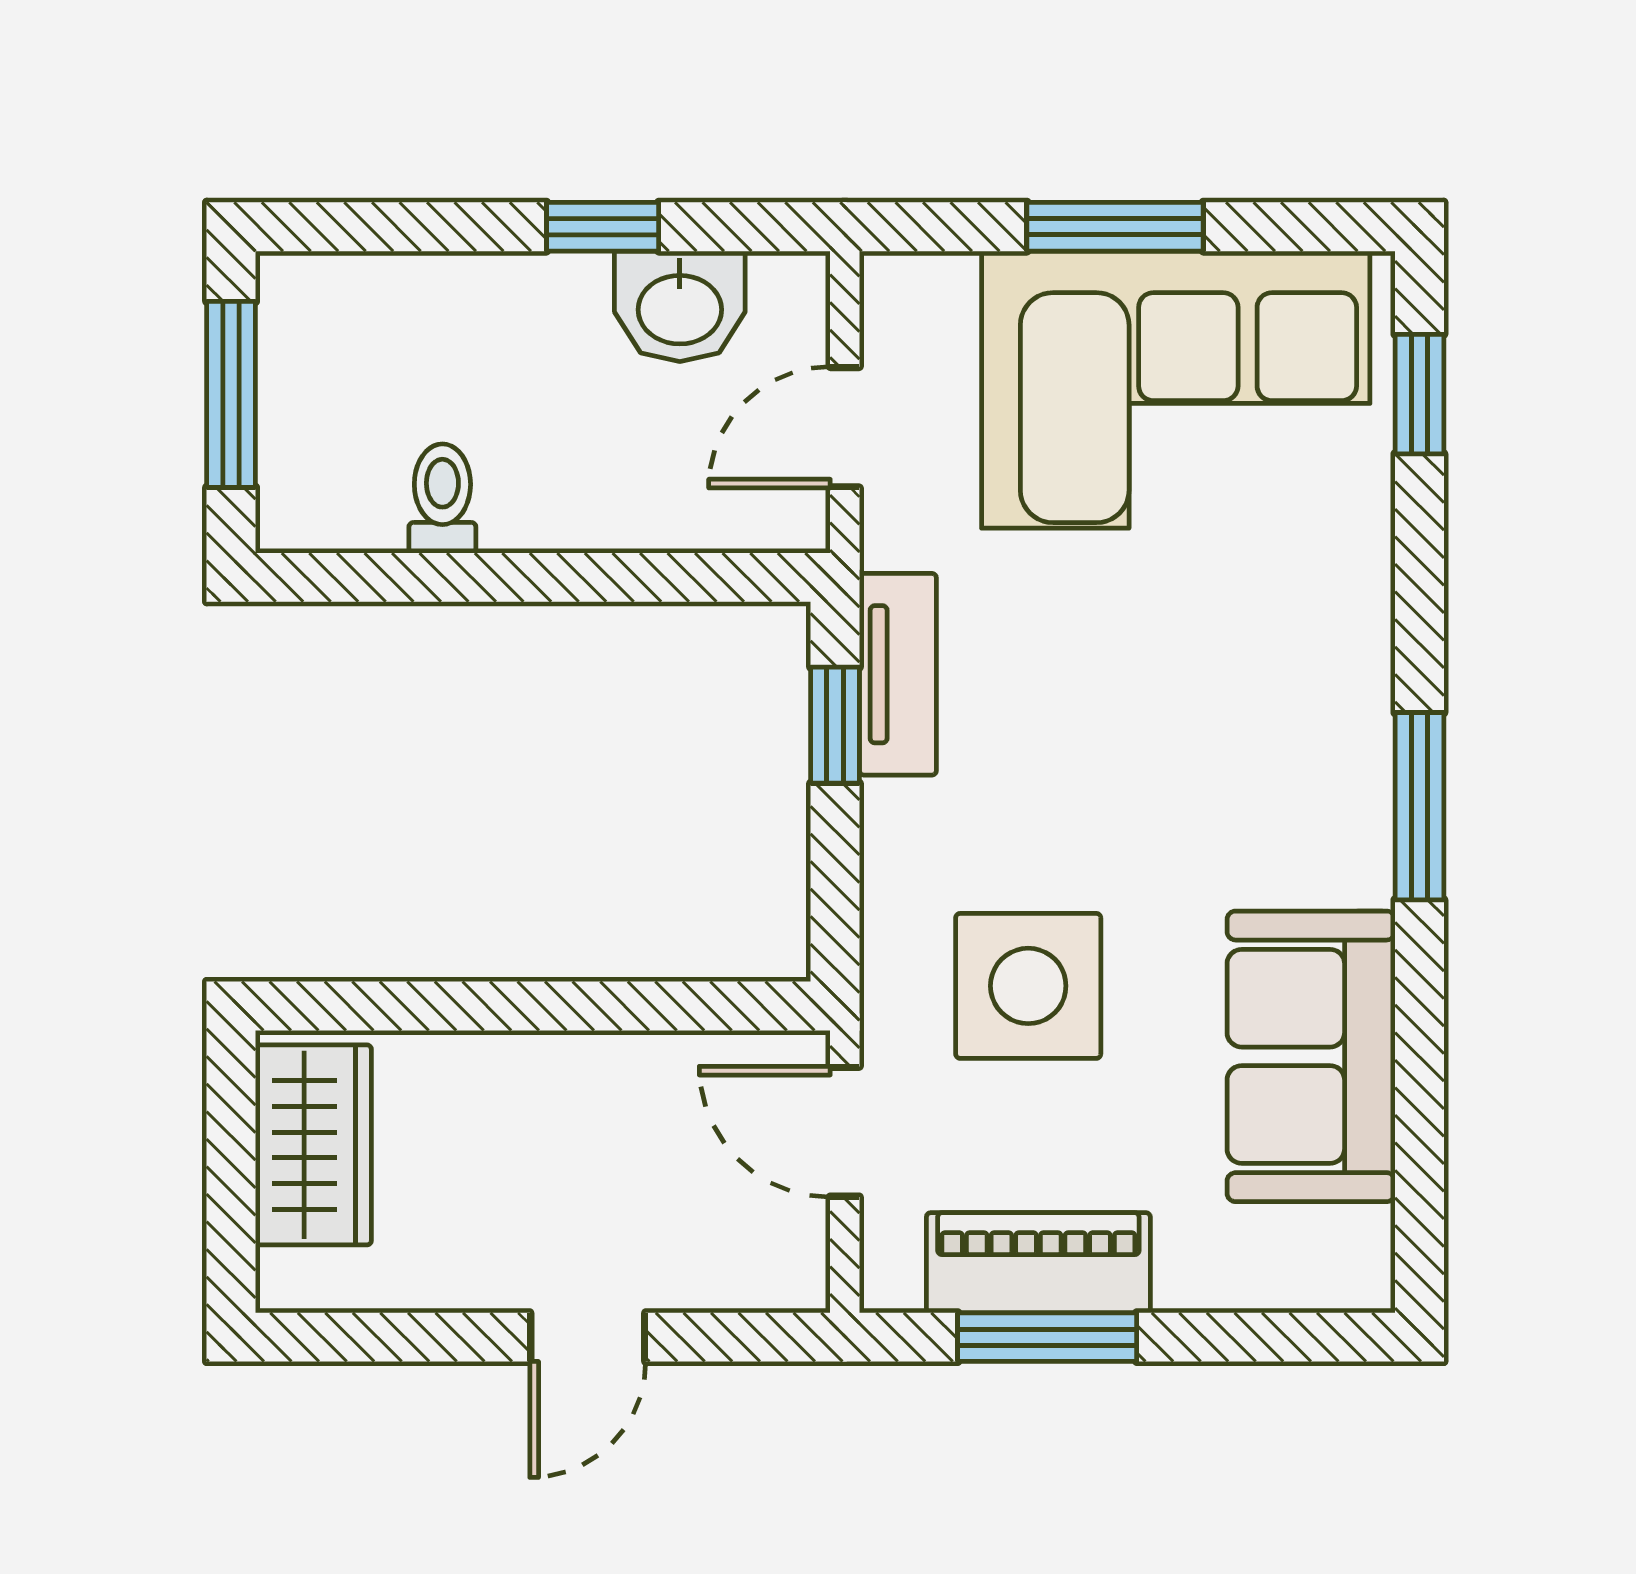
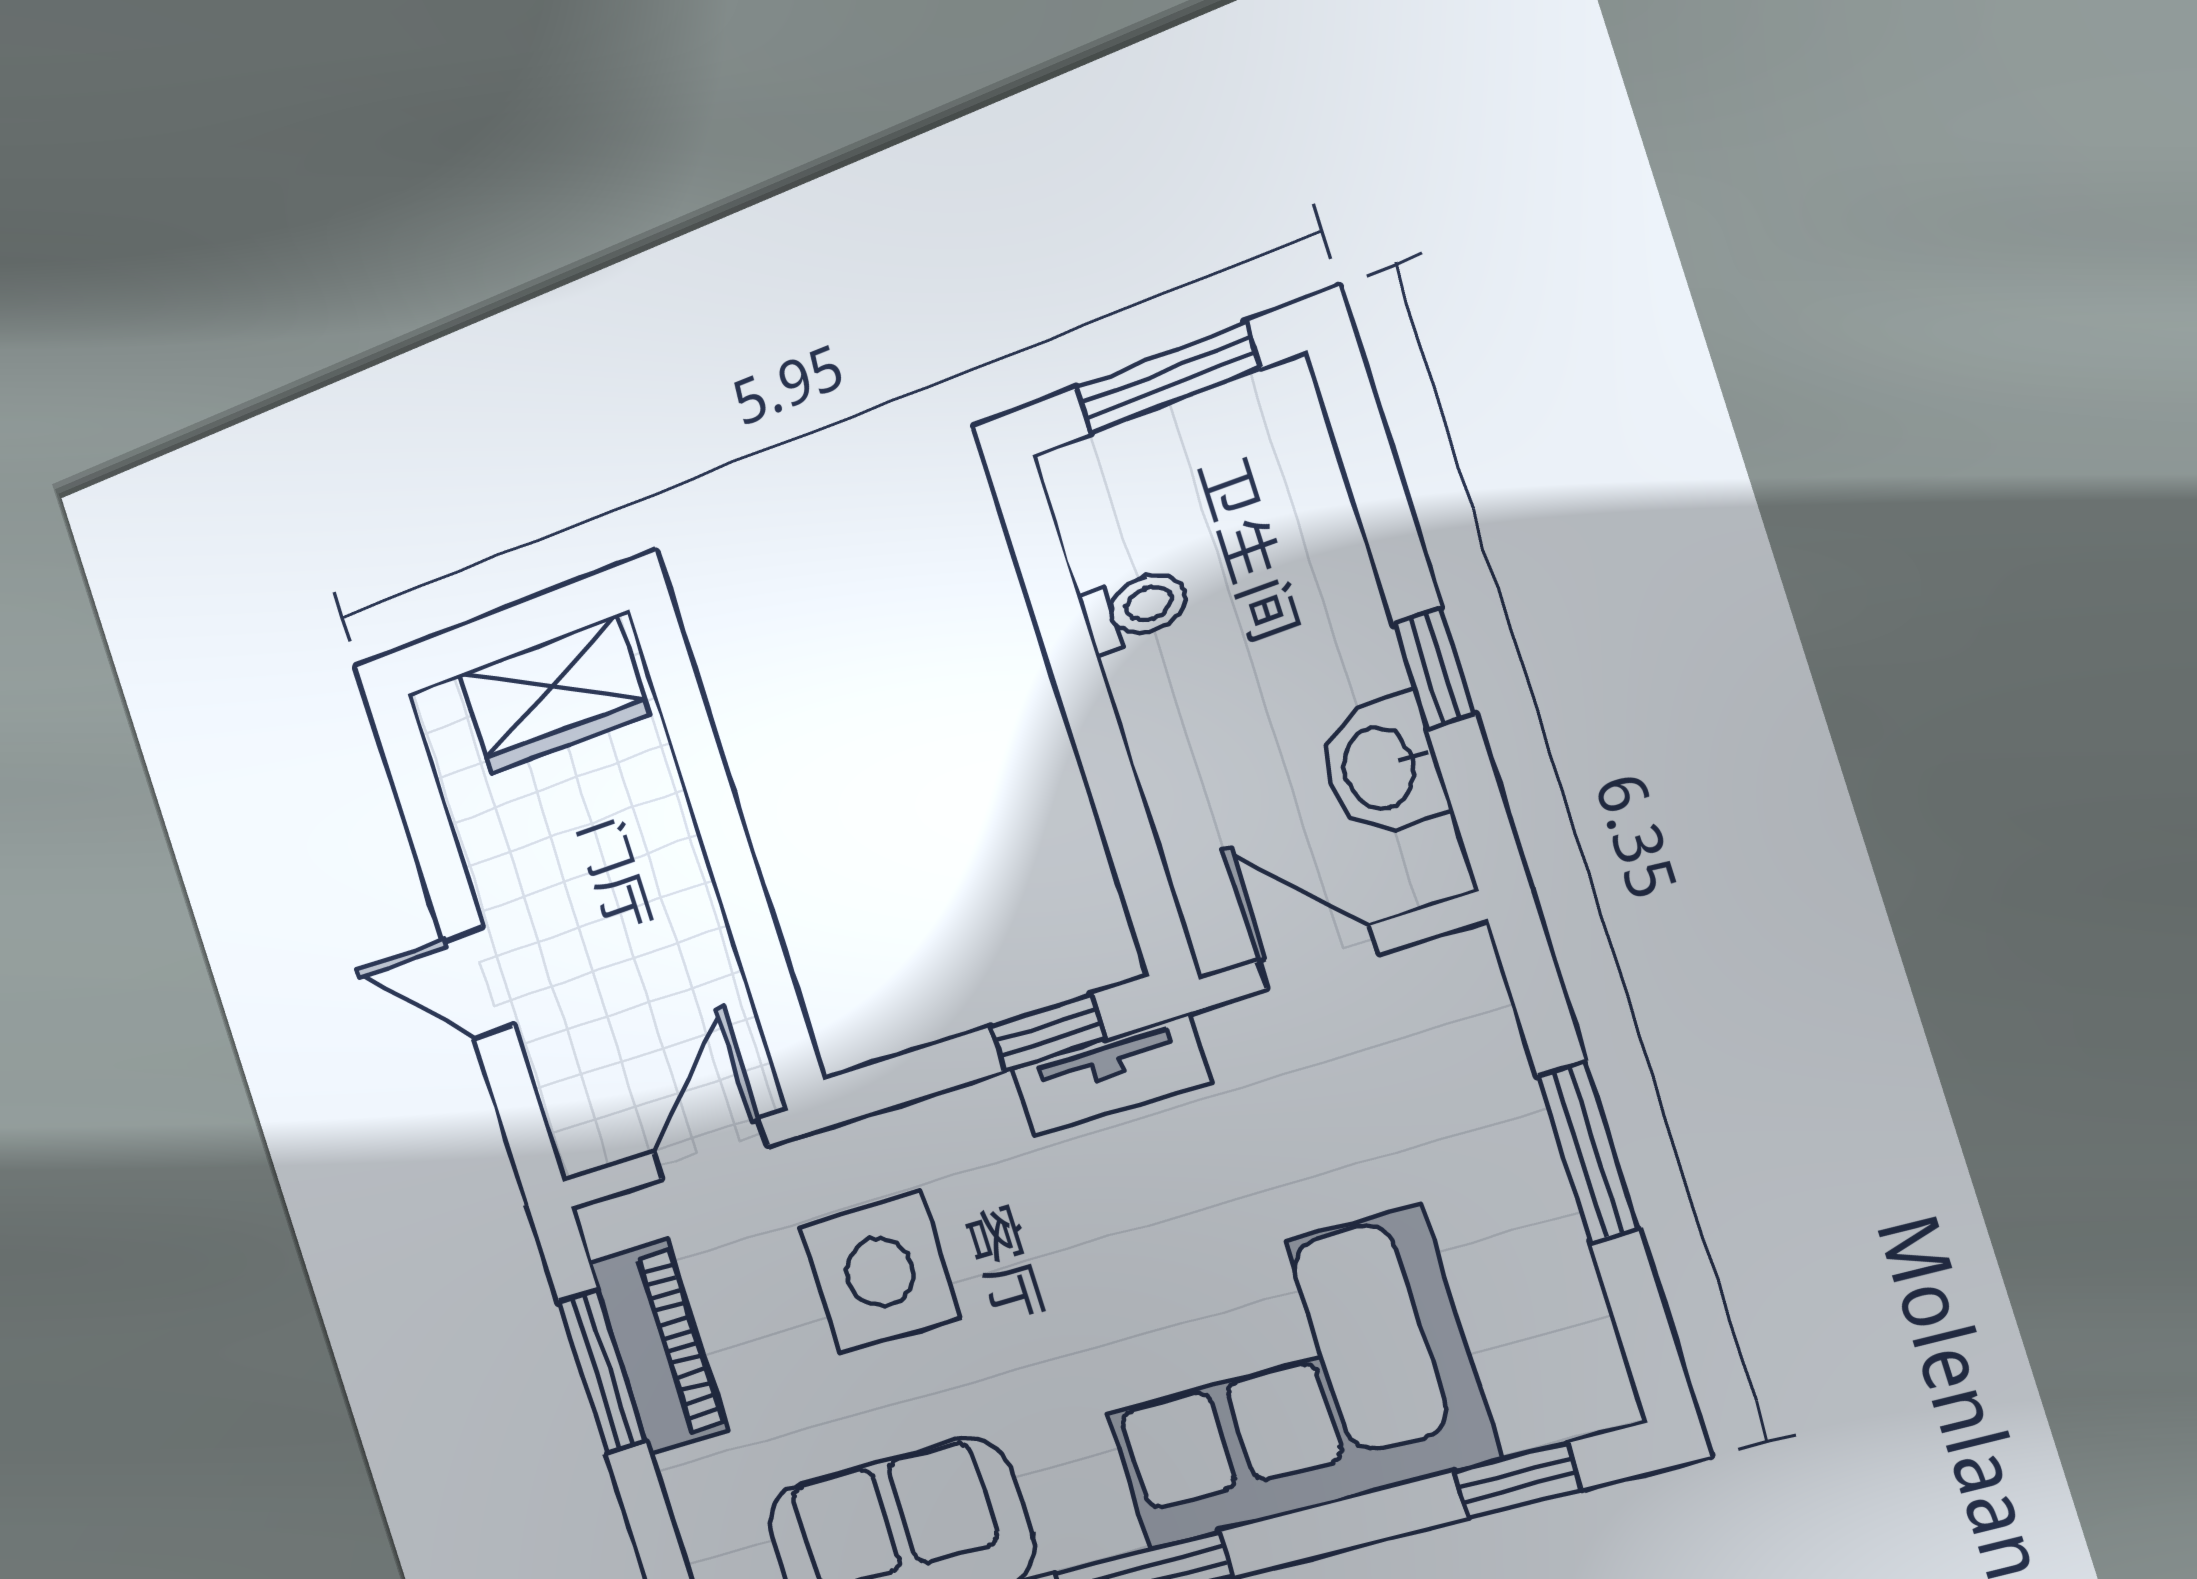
corner sofa: (1176, 390) -> (1283, 1380), moved, turned 90

